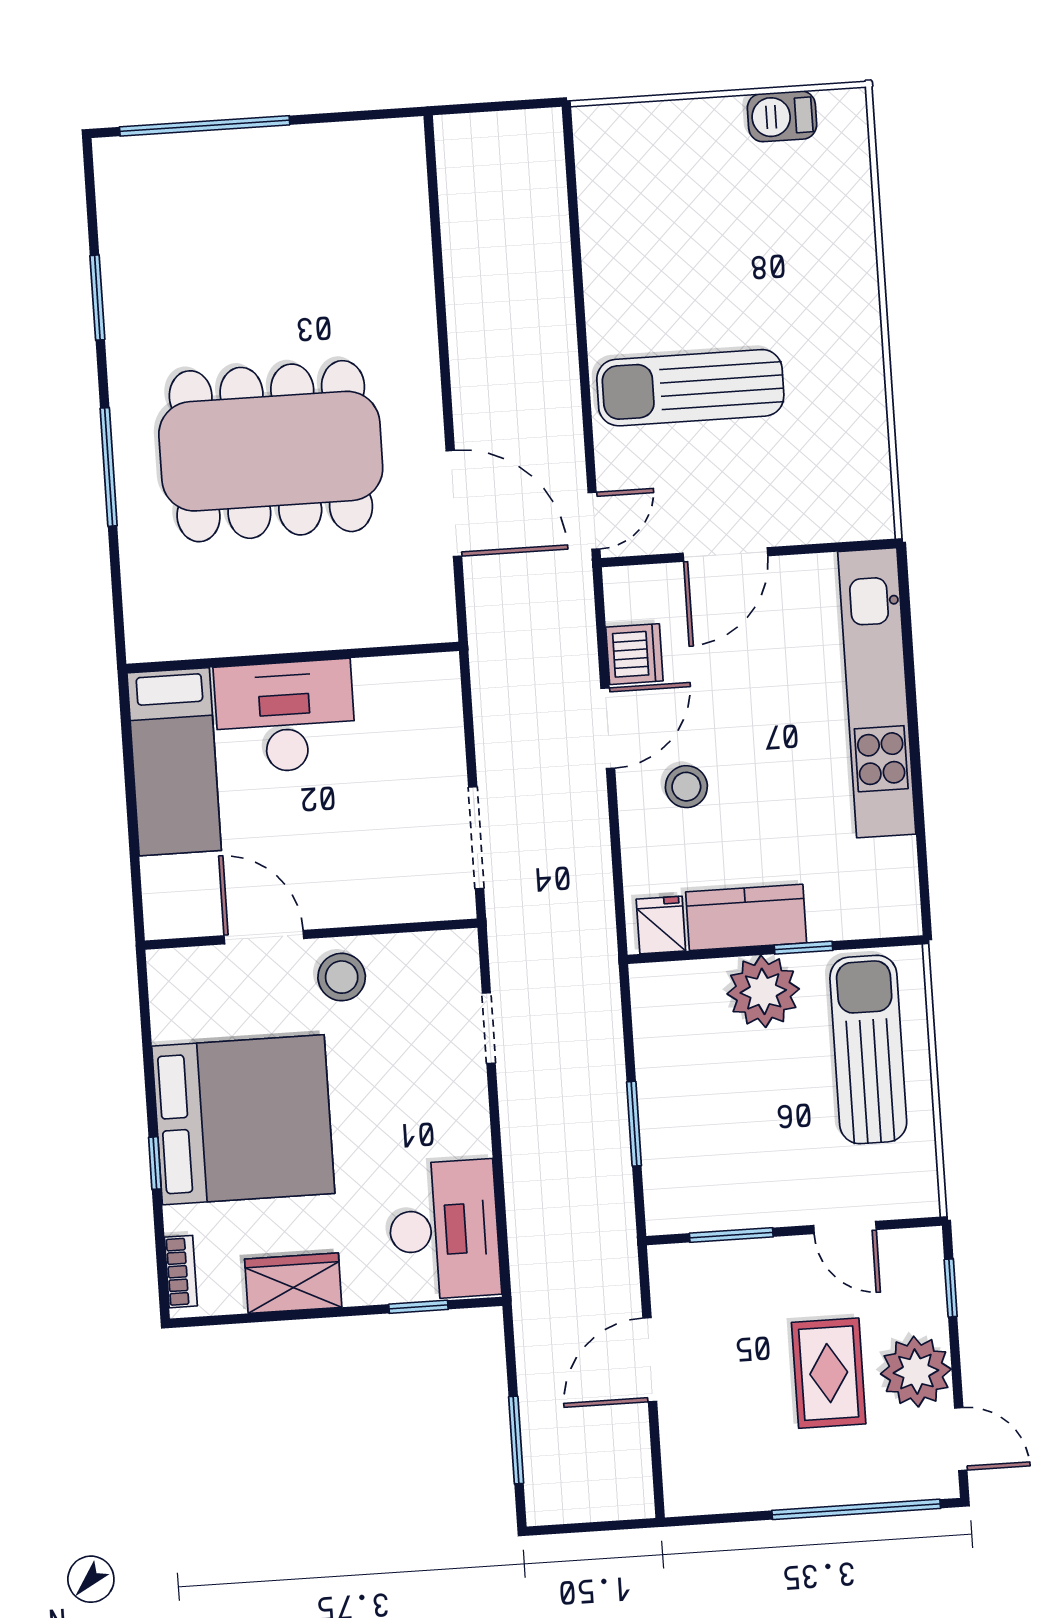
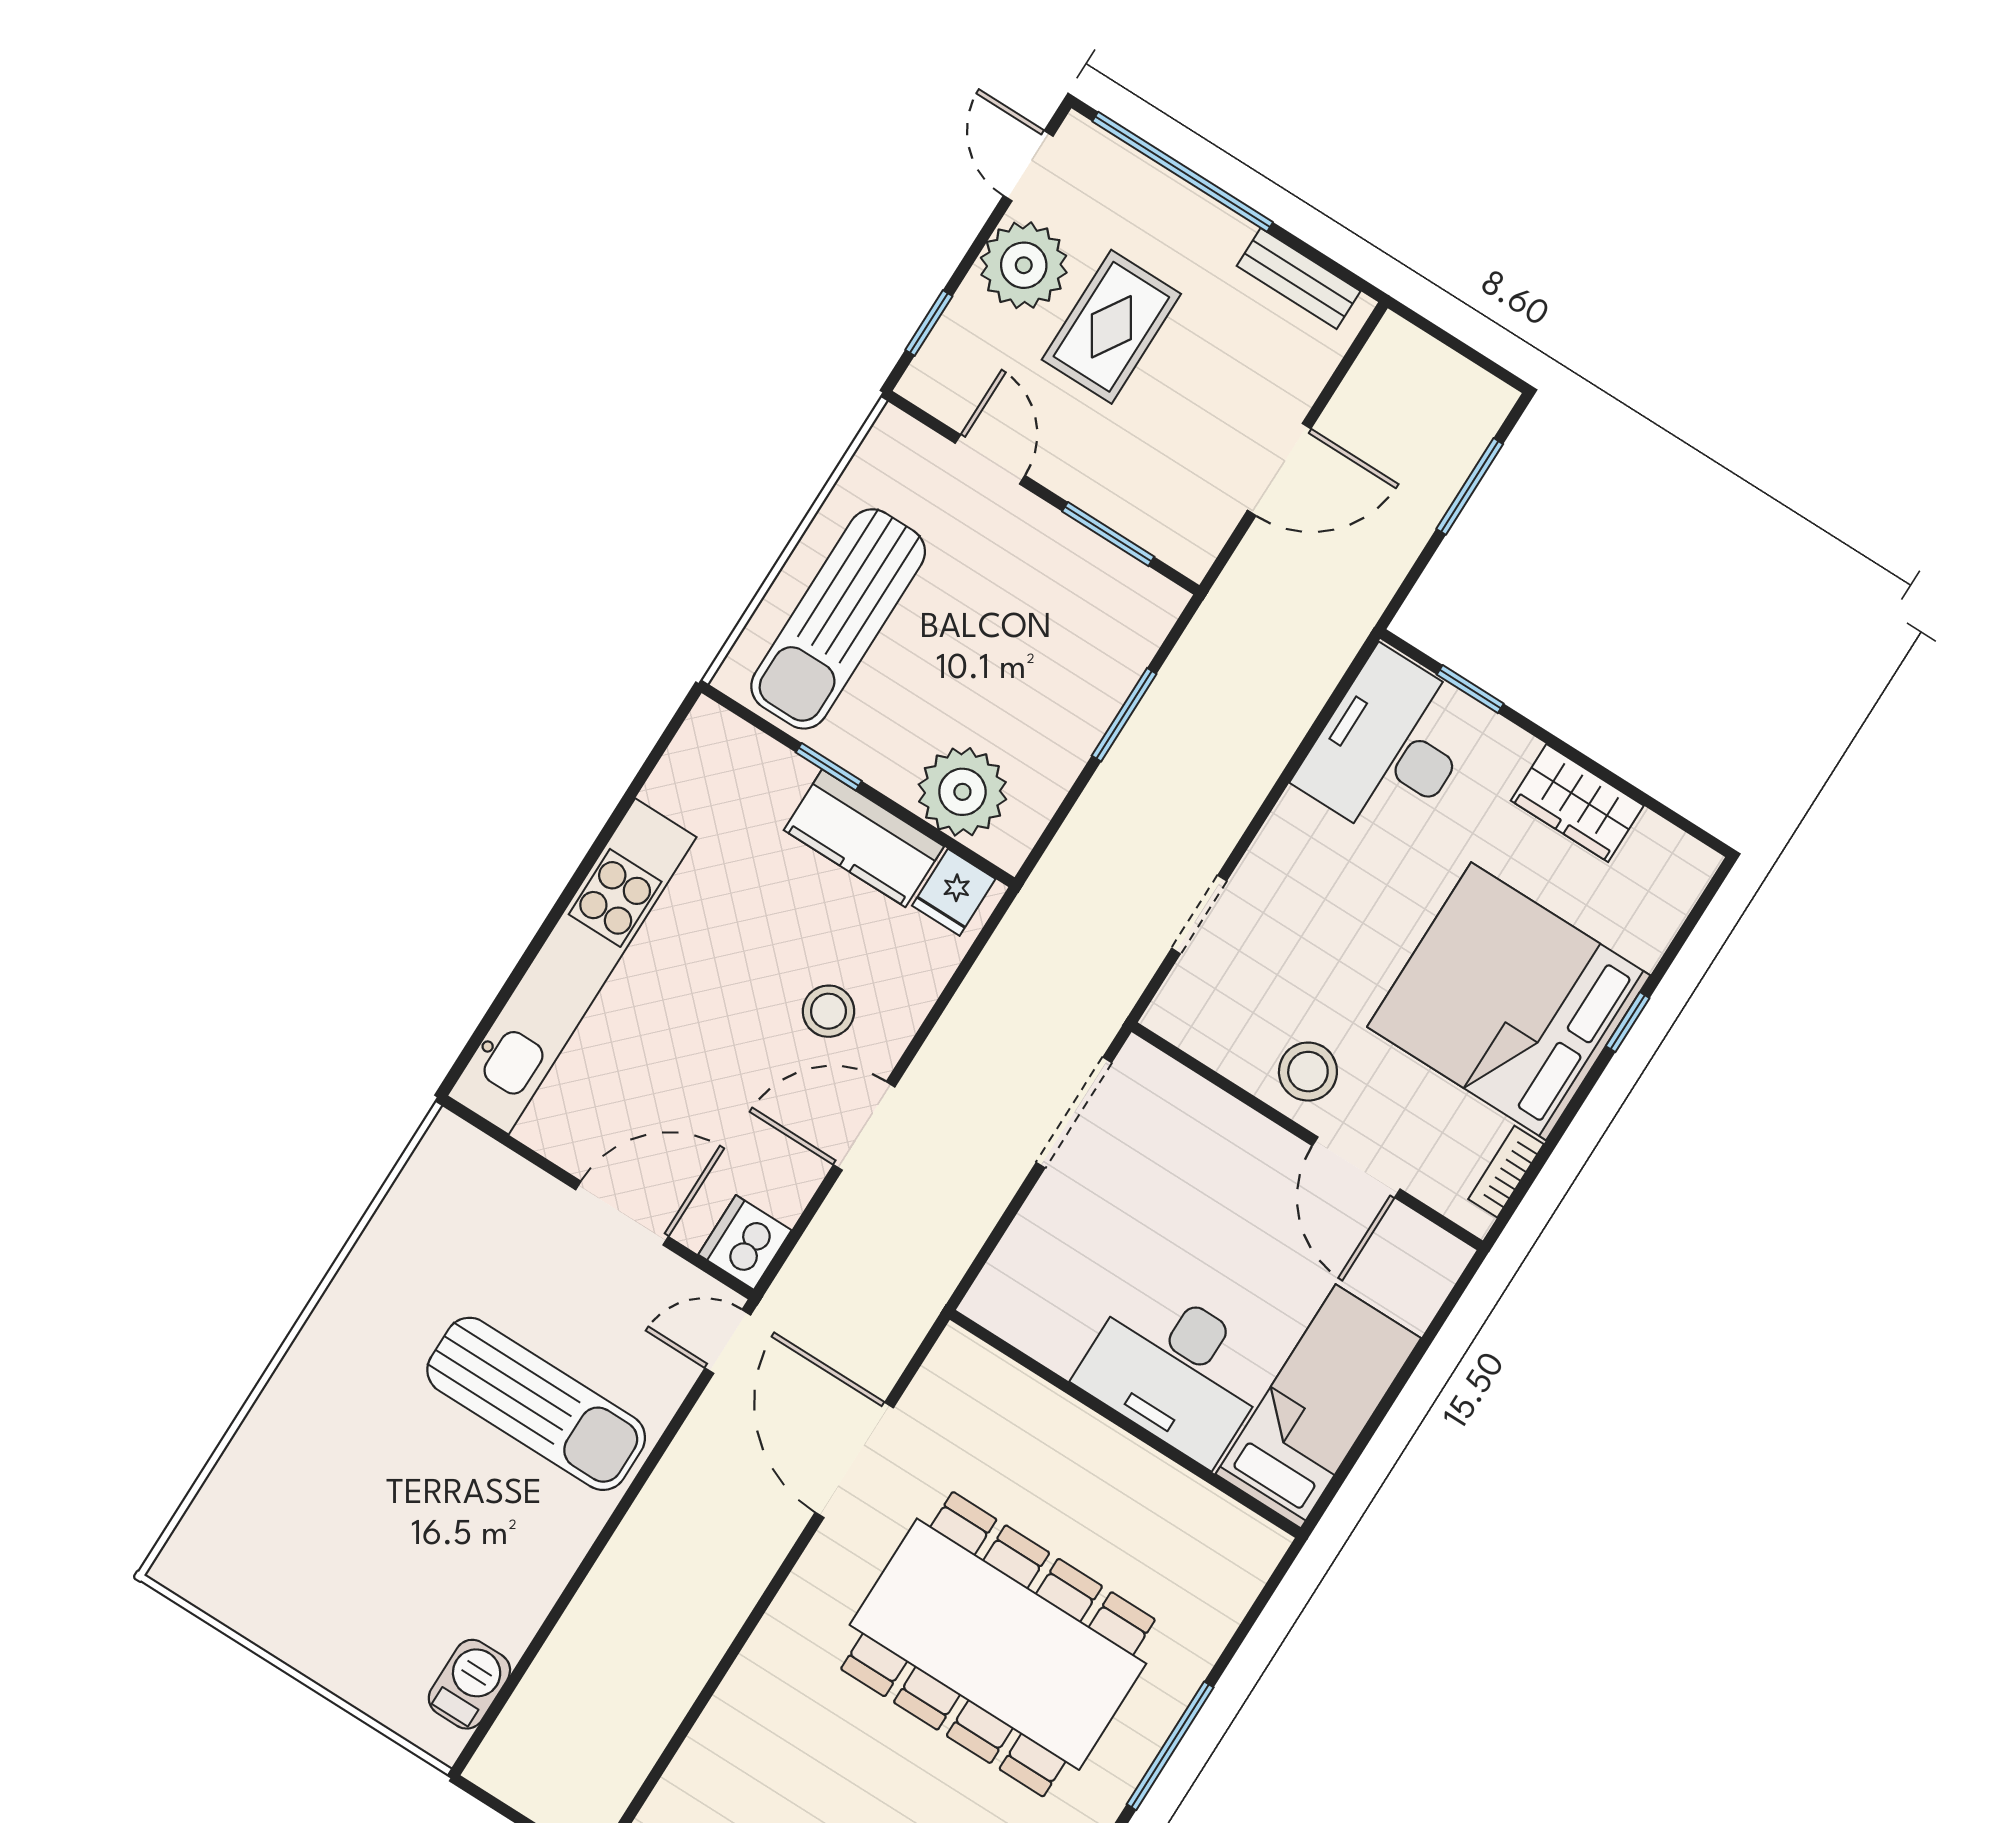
barbecue: (782, 116) -> (469, 1684), moved, turned -90
dishwasher: (634, 654) -> (745, 1242), moved
plant: (763, 991) -> (962, 792), moved
bookcase: (181, 1272) -> (1506, 1172), moved
bench: (729, 1495) -> (1299, 279), added

